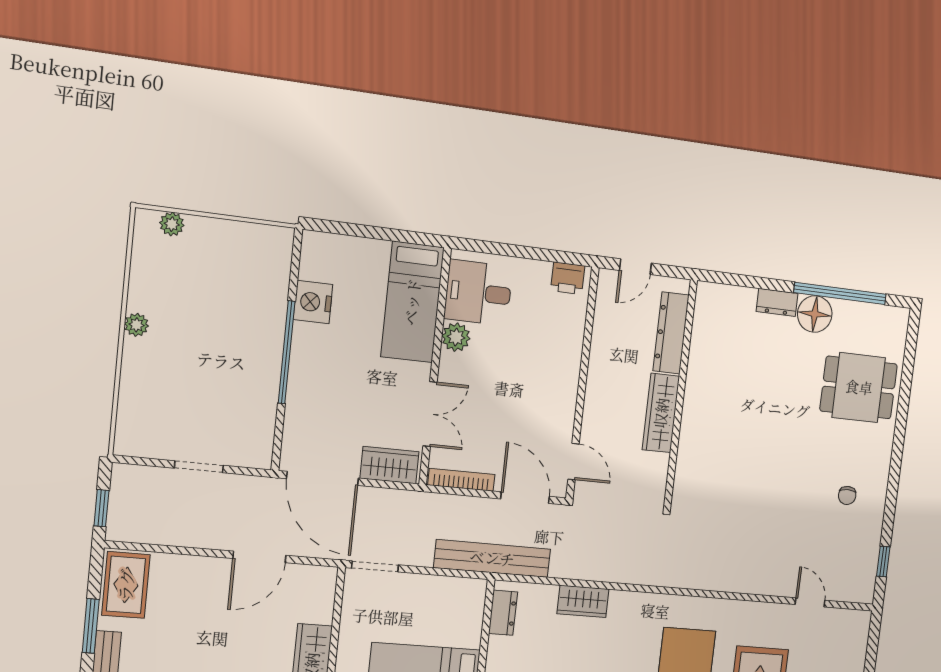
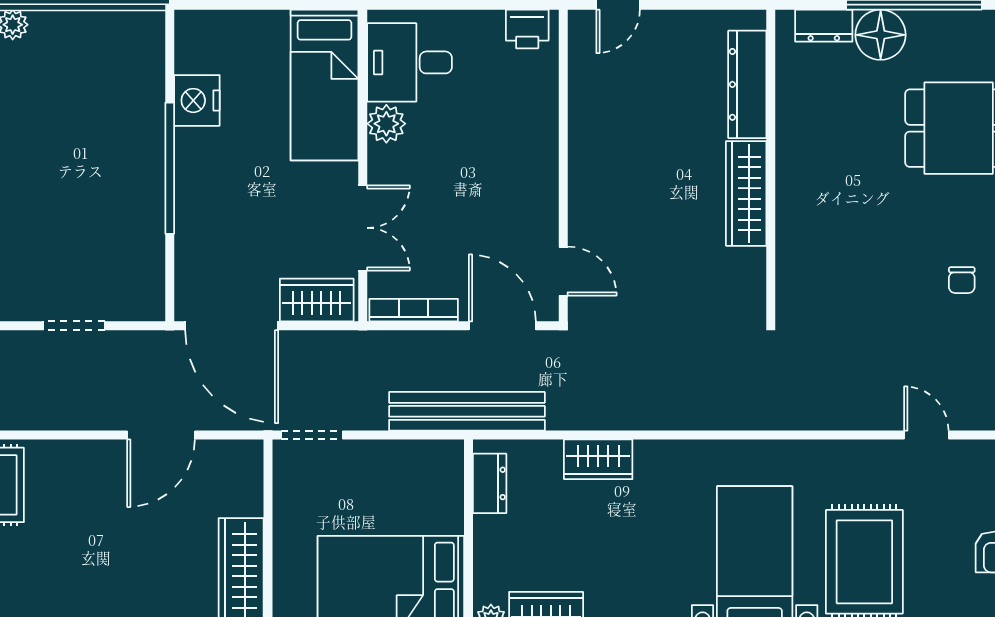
dresser: (671, 333) -> (747, 84), moved
wall: (680, 394) -> (771, 165), moved
wardrobe: (661, 413) -> (746, 193), moved

